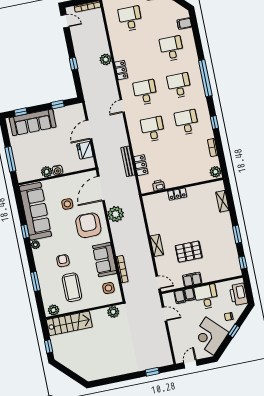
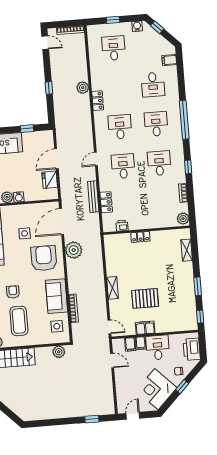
desk: (172, 49) -> (153, 85), turned 180
door: (122, 106) -> (96, 159), moved

